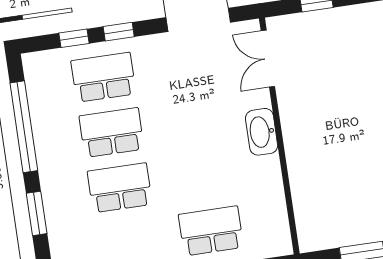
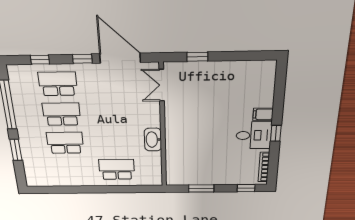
window: (119, 32) -> (82, 59), moved
washbasin: (262, 132) -> (153, 140), moved

